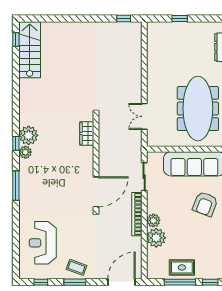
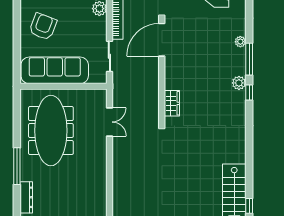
plant: (29, 135) -> (240, 42), moved, width x0.53, depth x0.53
window: (16, 186) -> (249, 59), moved

